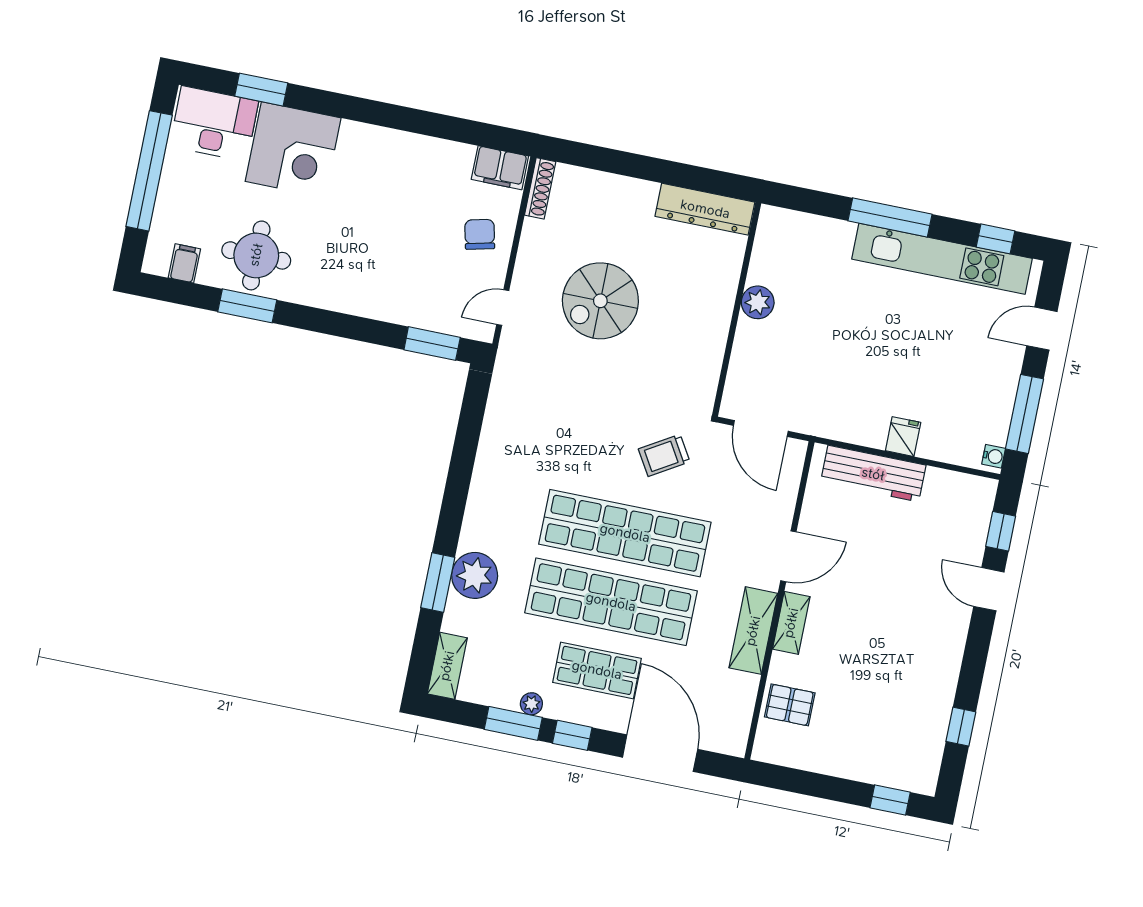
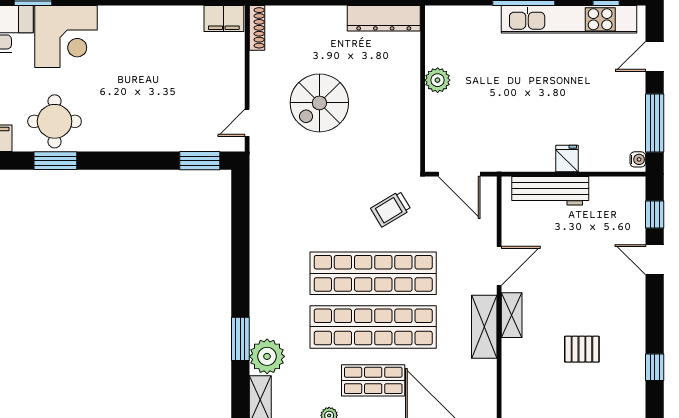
chair: (480, 234) -> (219, 72), removed
plant: (475, 575) -> (267, 356), moved
pallet: (790, 705) -> (582, 349), moved

